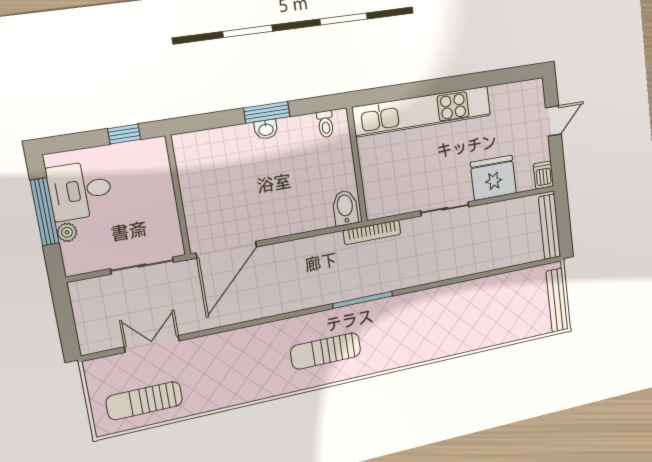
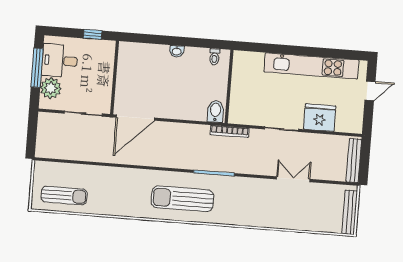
kitchen unit: (422, 111) -> (311, 66), moved
window: (267, 112) -> (180, 41), removed
dishwasher: (543, 175) -> (356, 125), removed
plant: (67, 232) -> (51, 88), width x1.88, depth x1.88
double door: (152, 344) -> (293, 179), moved
sun lounger: (326, 351) -> (182, 199), width x1.36, depth x1.34
sun lounger: (144, 401) -> (64, 196), turned 180

